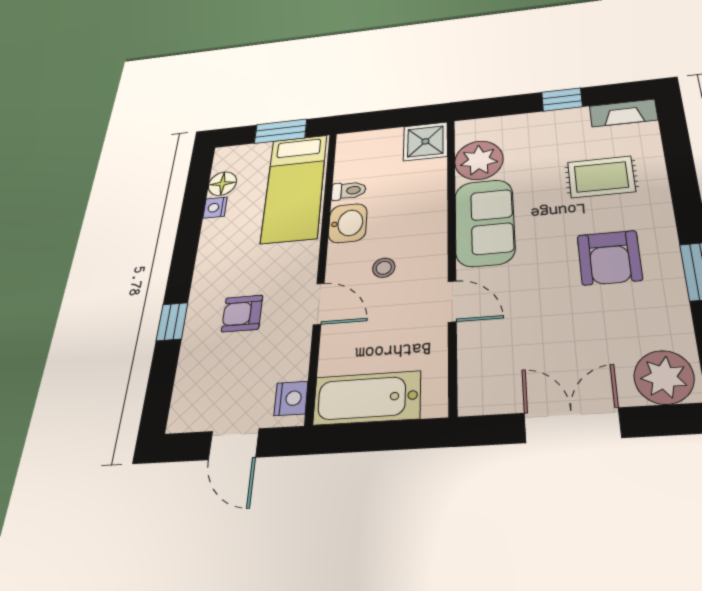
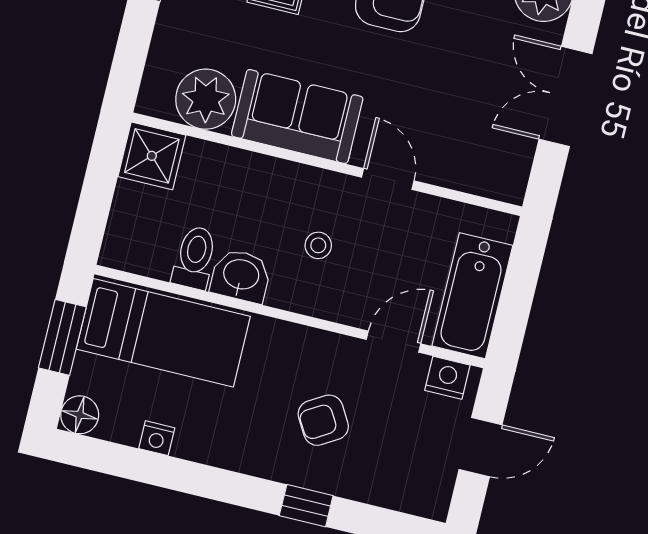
floor lamp: (222, 184) -> (80, 415), moved
toilet: (349, 191) -> (195, 258), width x1.37, depth x1.39
door: (452, 301) -> (388, 179), hinge flipped
door: (319, 304) -> (393, 342), moved
armchair: (242, 313) -> (323, 420), turned 59

